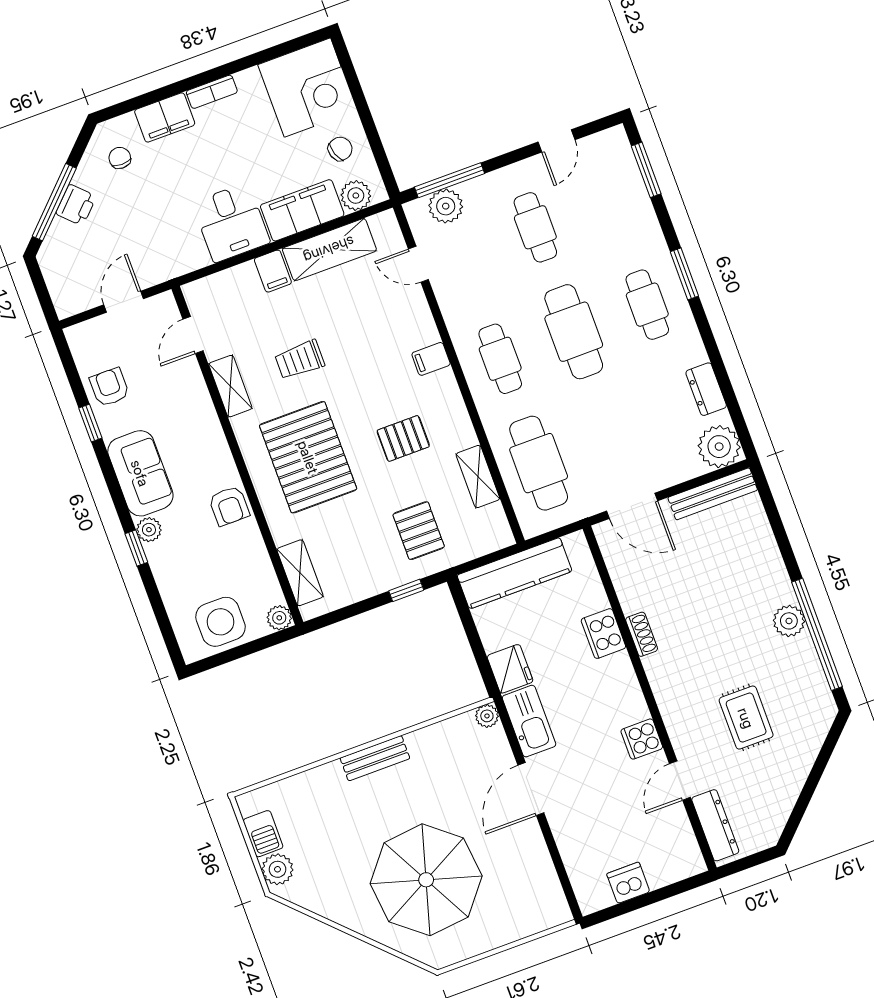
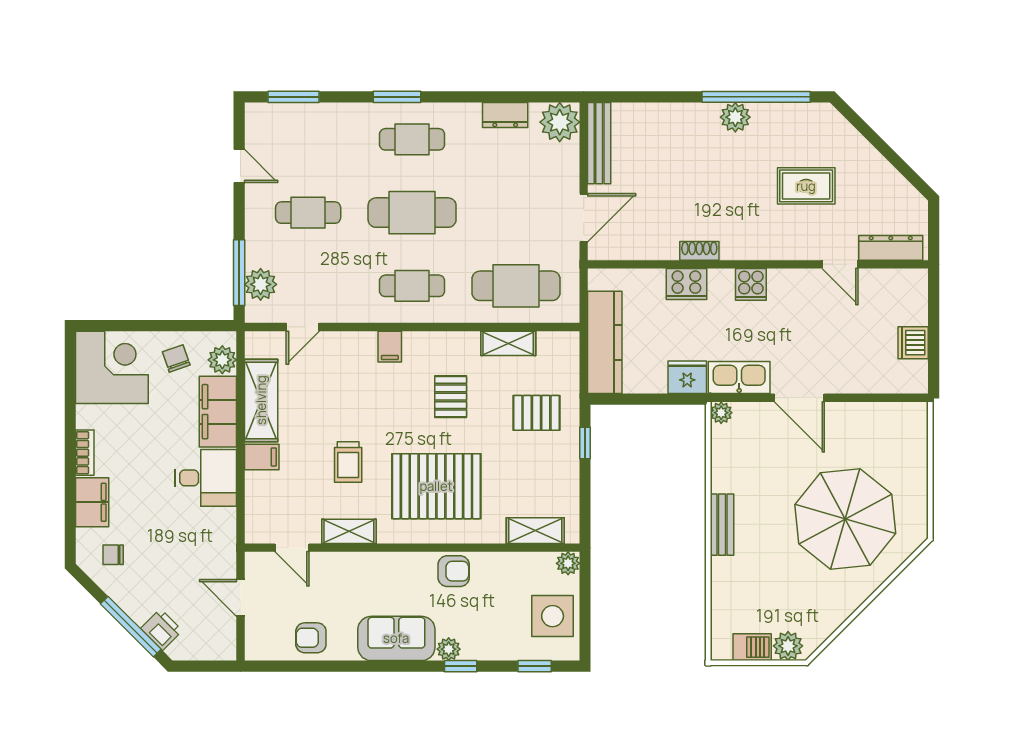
printer: (76, 205) -> (162, 630), moved
window: (90, 423) -> (535, 666), moved
cooker: (642, 739) -> (751, 284), moved

